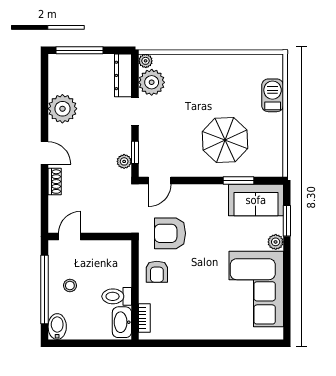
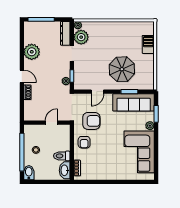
door: (160, 181) -> (97, 92), moved
sofa: (256, 200) -> (134, 102), width x1.36
armchair: (170, 233) -> (91, 121), turned 180
door: (70, 237) -> (51, 123), moved

